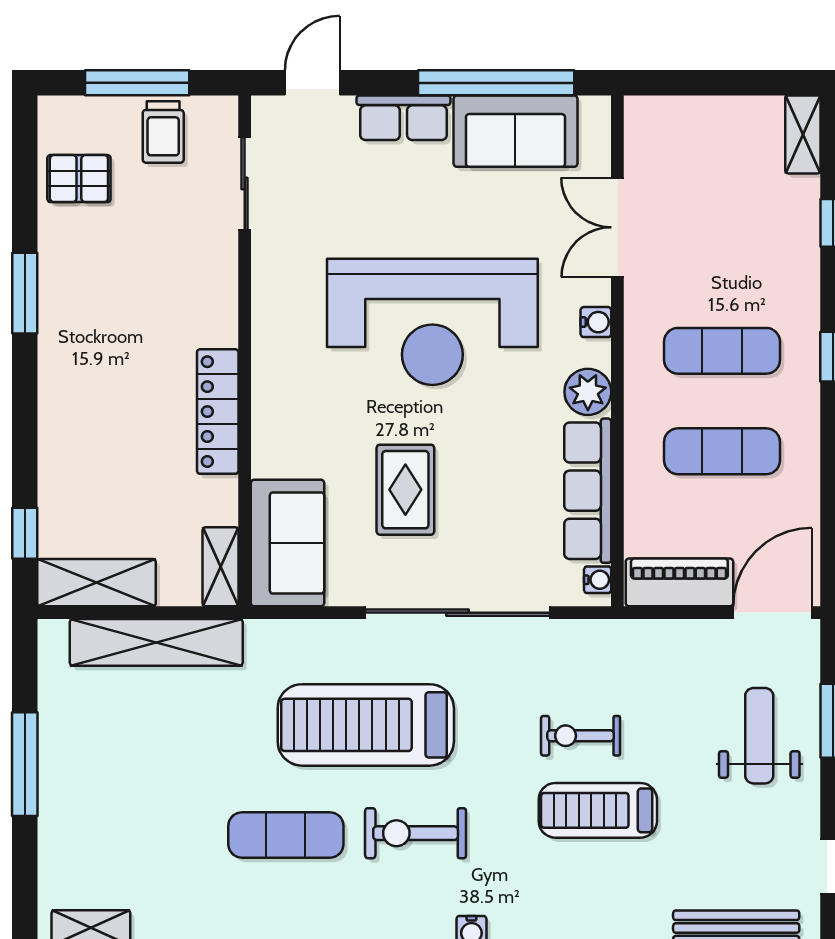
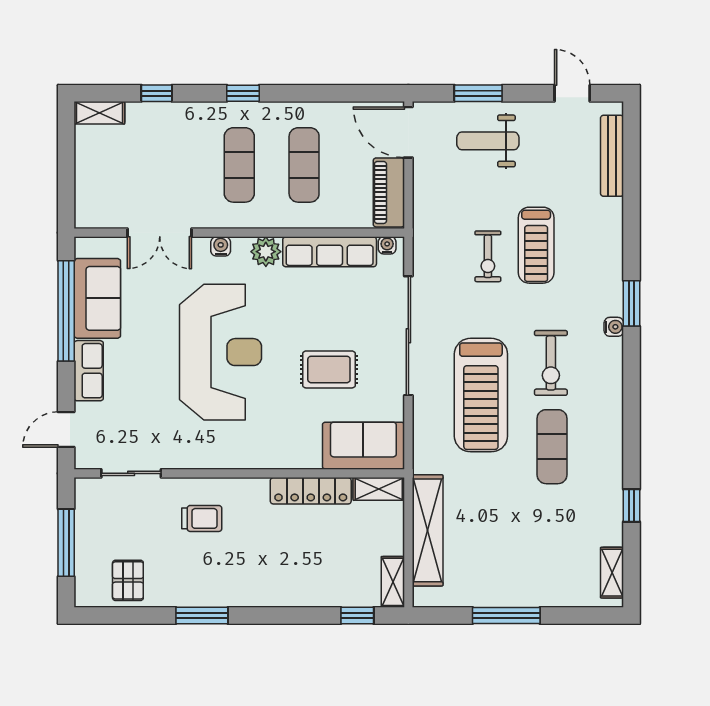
door: (312, 83) -> (66, 430), hinge flipped
trolley: (163, 132) -> (202, 518), moved
locker: (218, 412) -> (311, 491), moved
shelving: (96, 583) -> (393, 582), width x0.67, depth x0.75

